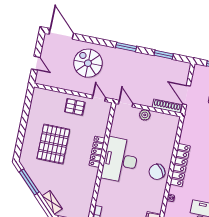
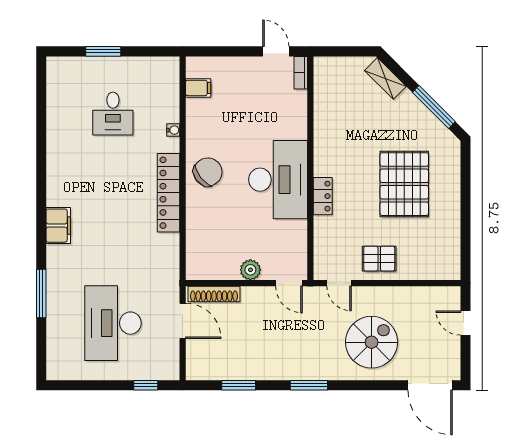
spiral stairs: (88, 63) -> (372, 342), turned -90
locker: (97, 152) -> (323, 196), width x0.66

